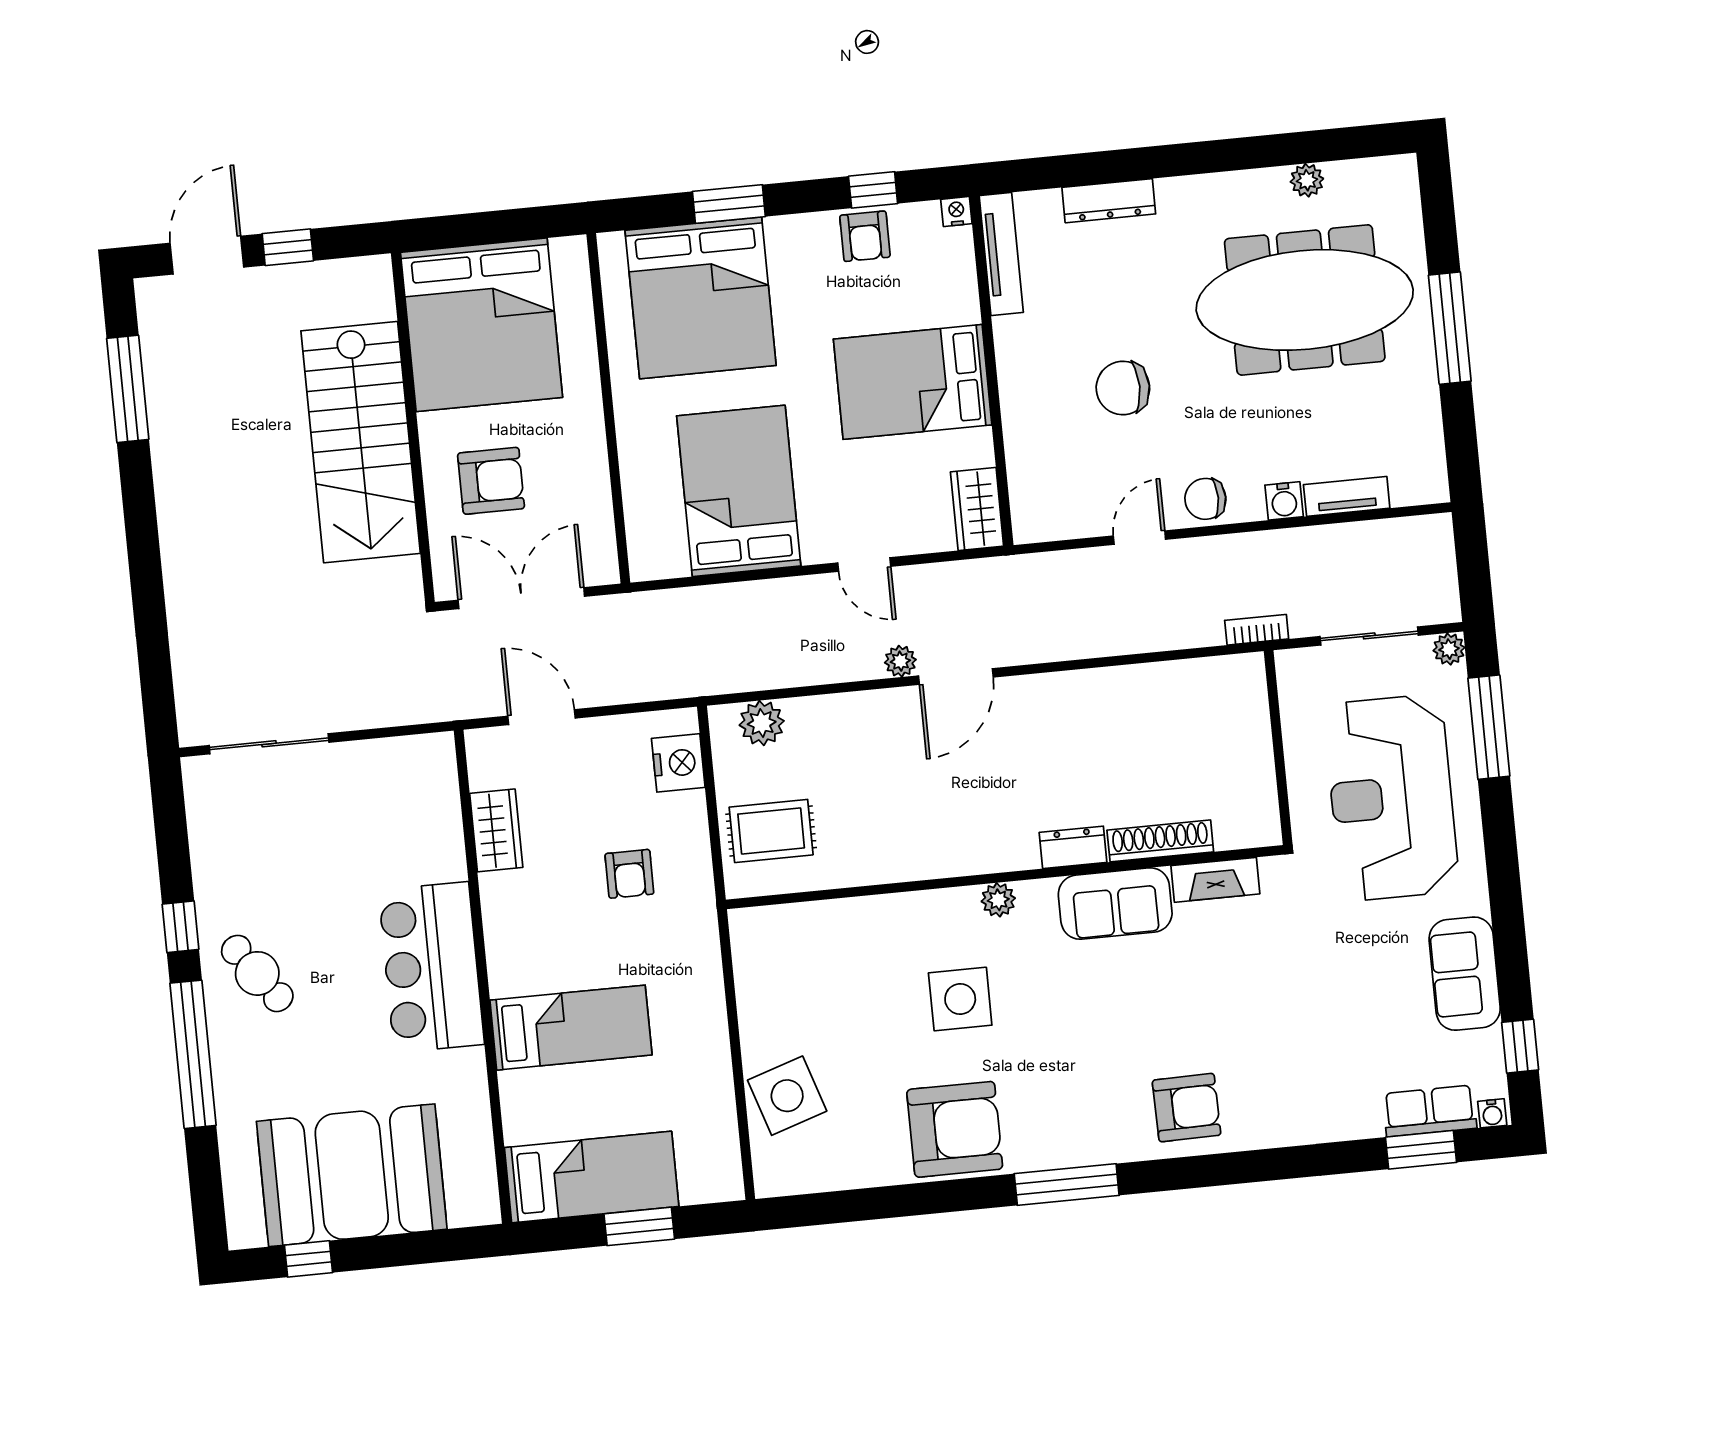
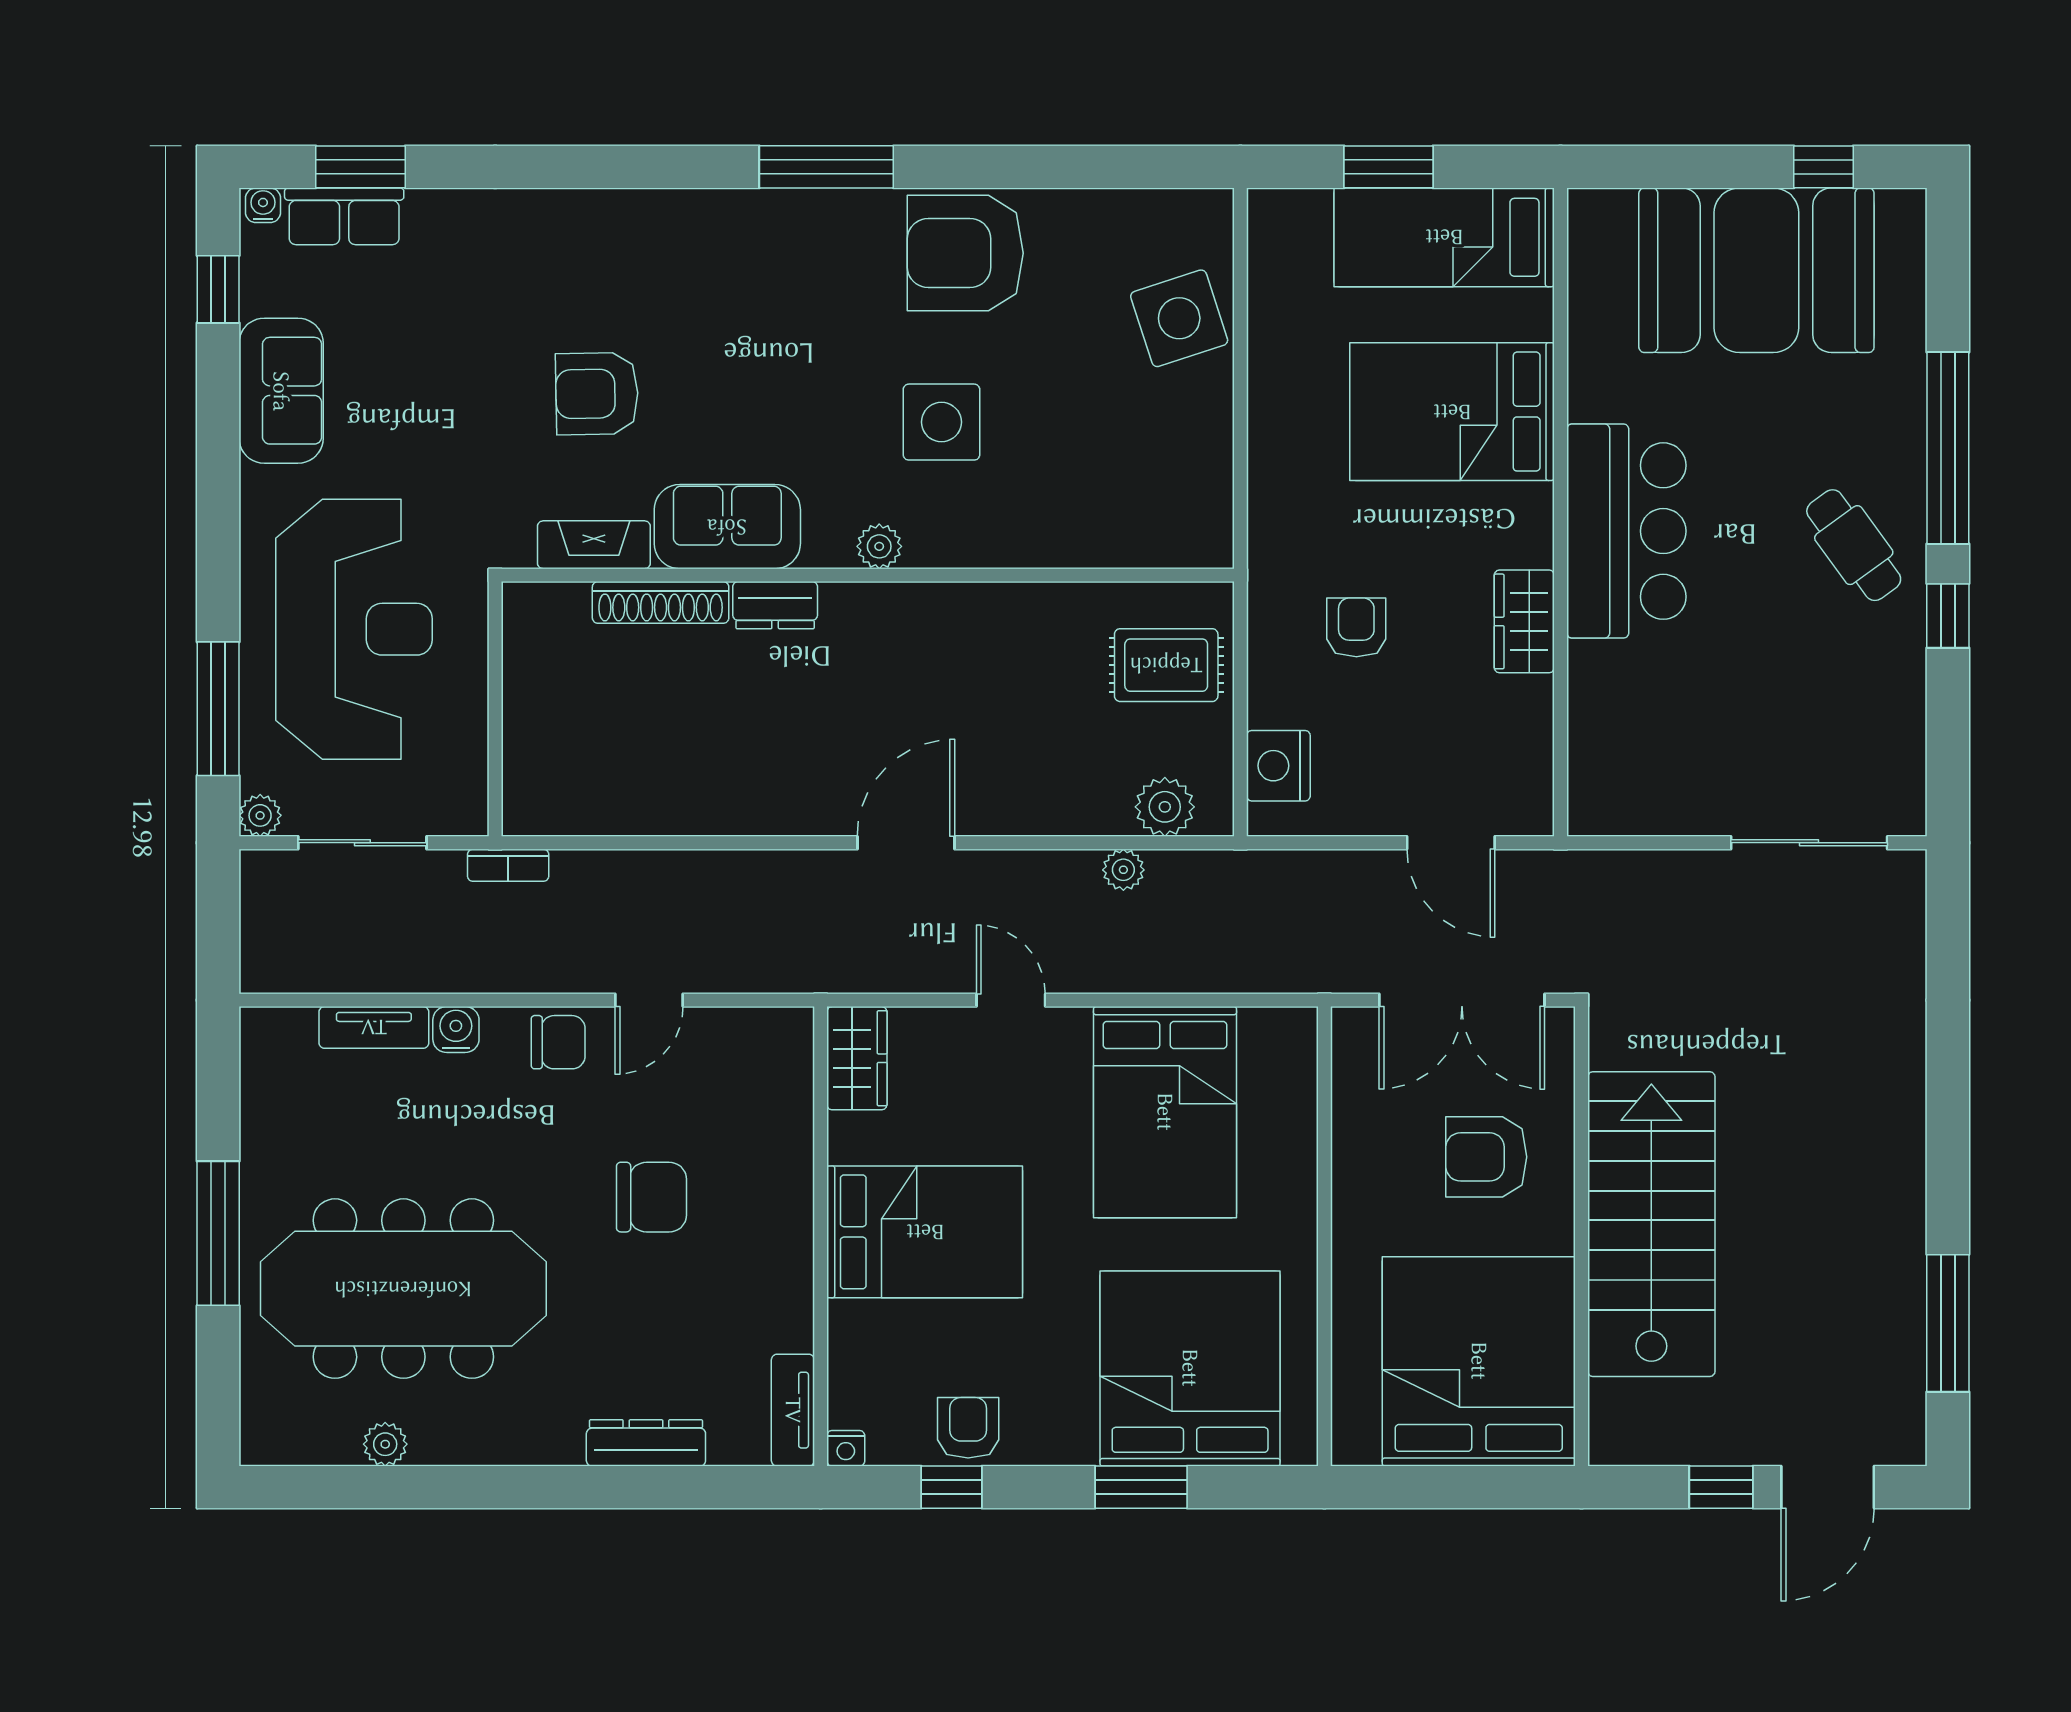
tv unit: (1001, 254) -> (793, 1410), width x0.71
plant: (900, 661) -> (1123, 870), moved
wardrobe: (496, 830) -> (1524, 621), moved
bed: (571, 1028) -> (1452, 412), width x1.50
armchair: (1187, 1108) -> (597, 394), moved

